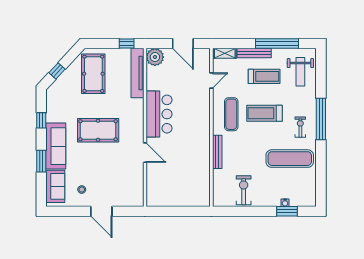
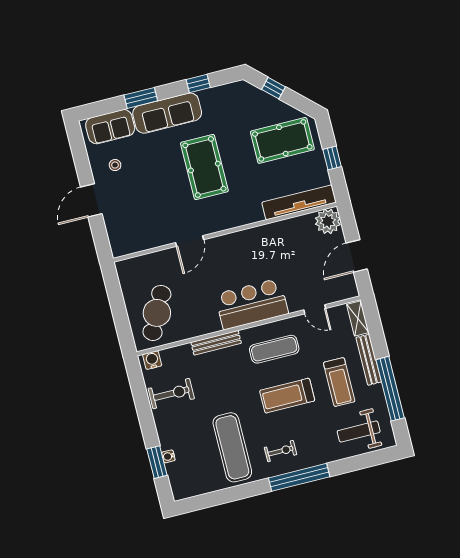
window: (127, 44) -> (332, 158), moved
treadmill: (264, 113) -> (287, 396), turned -90
bar counter: (159, 114) -> (252, 304), moved, turned 180
cafe table: (187, 186) -> (157, 313), added
water cooler: (218, 197) -> (152, 360), added

